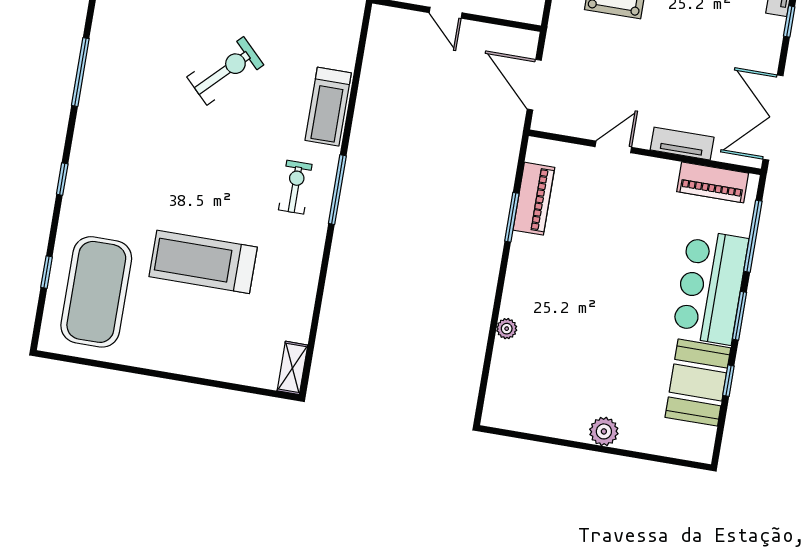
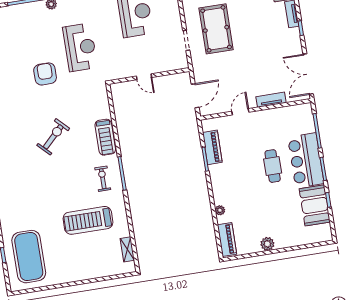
door: (534, 85) -> (195, 96), swing flipped
piano: (713, 182) -> (227, 239), moved, turned -90
treadmill: (203, 262) -> (88, 220), moved
cafe table: (641, 276) -> (273, 166), added
shelving: (292, 368) -> (127, 249), moved
plant: (604, 431) -> (267, 244), moved

